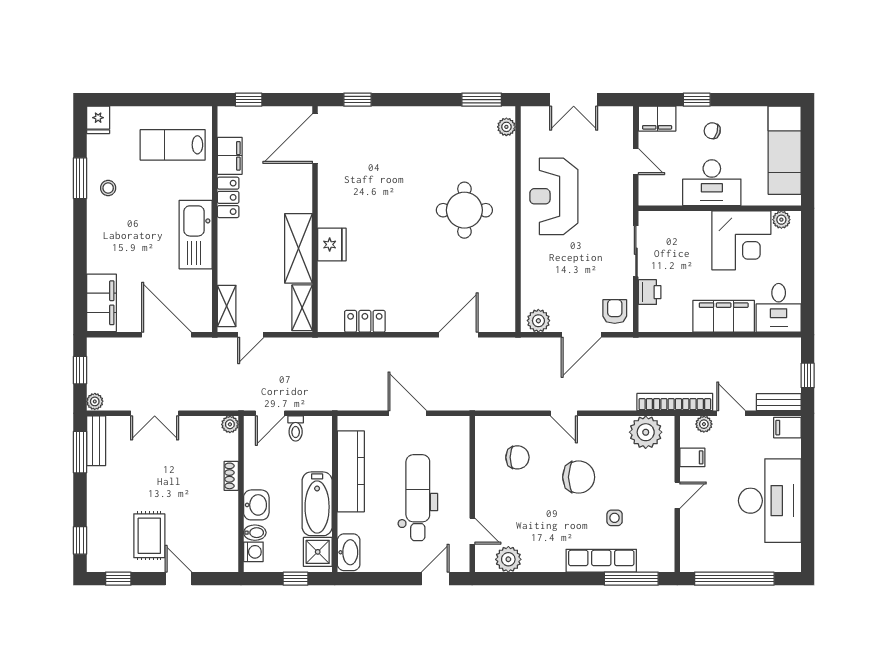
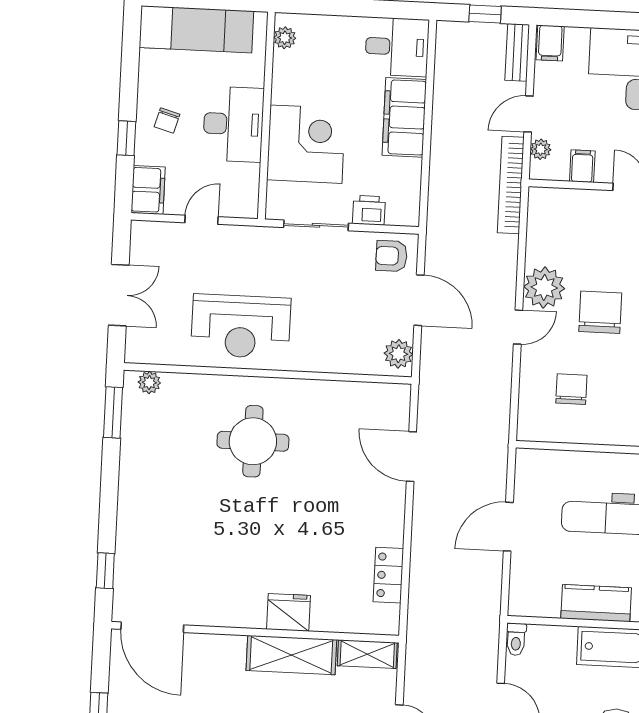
corner desk: (741, 240) -> (306, 144), moved
toilet: (296, 428) -> (516, 639), moved, turned 90
plant: (646, 432) -> (544, 288), moved
kitchen counter: (351, 471) -> (596, 603), width x0.67

